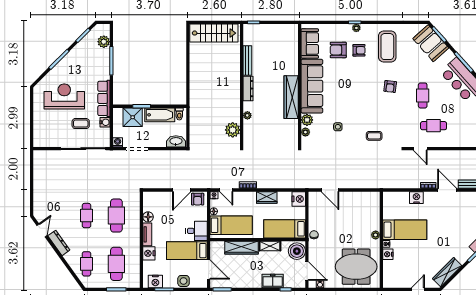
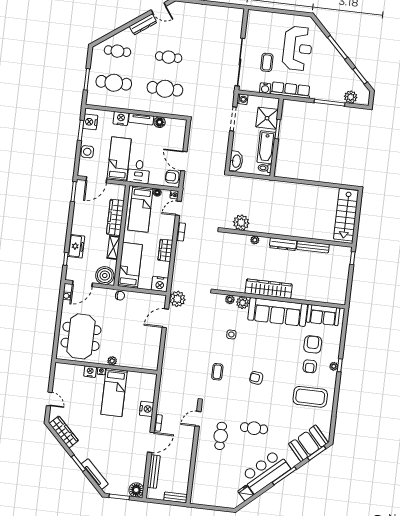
armchair: (390, 86) -> (256, 378), moved
plant: (311, 181) -> (177, 299), added

